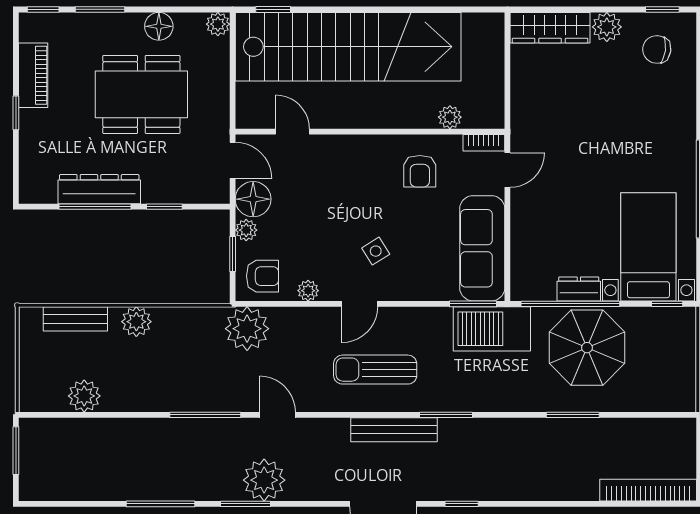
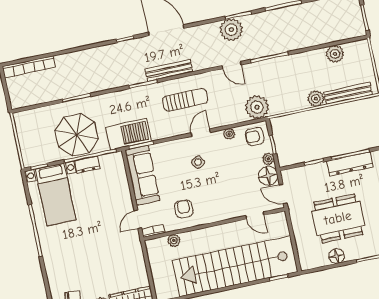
plant: (218, 24) -> (306, 264), removed
bench: (75, 319) -> (348, 93), width x1.36

